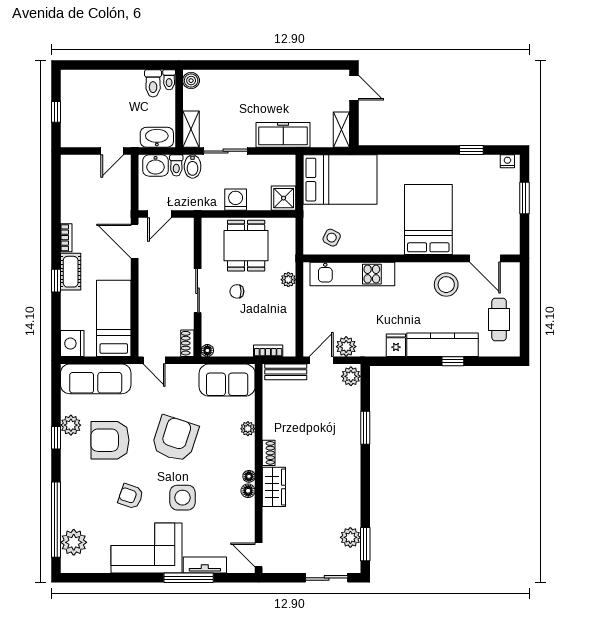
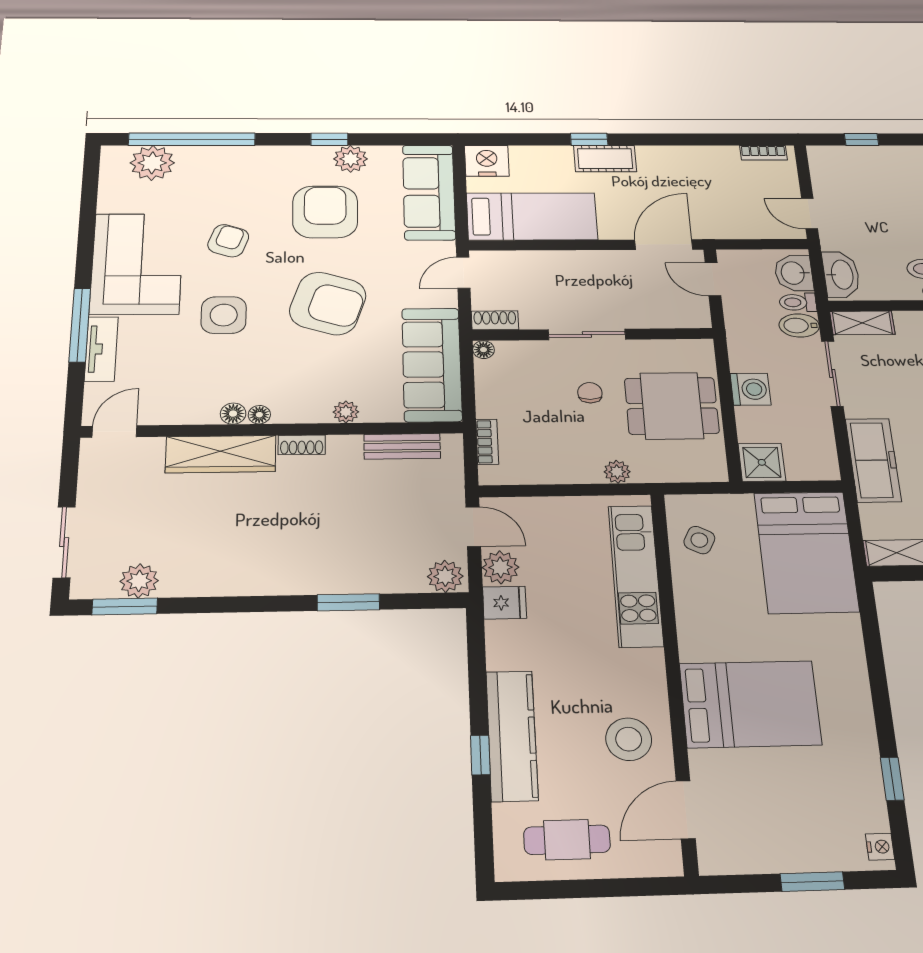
bookcase: (66, 238) -> (763, 153), moved
fridge: (396, 345) -> (505, 603), moved
bench: (286, 372) -> (402, 446), moved, turned 90
sofa: (227, 380) -> (432, 364), width x1.36
wardrobe: (274, 487) -> (221, 454), width x1.50

